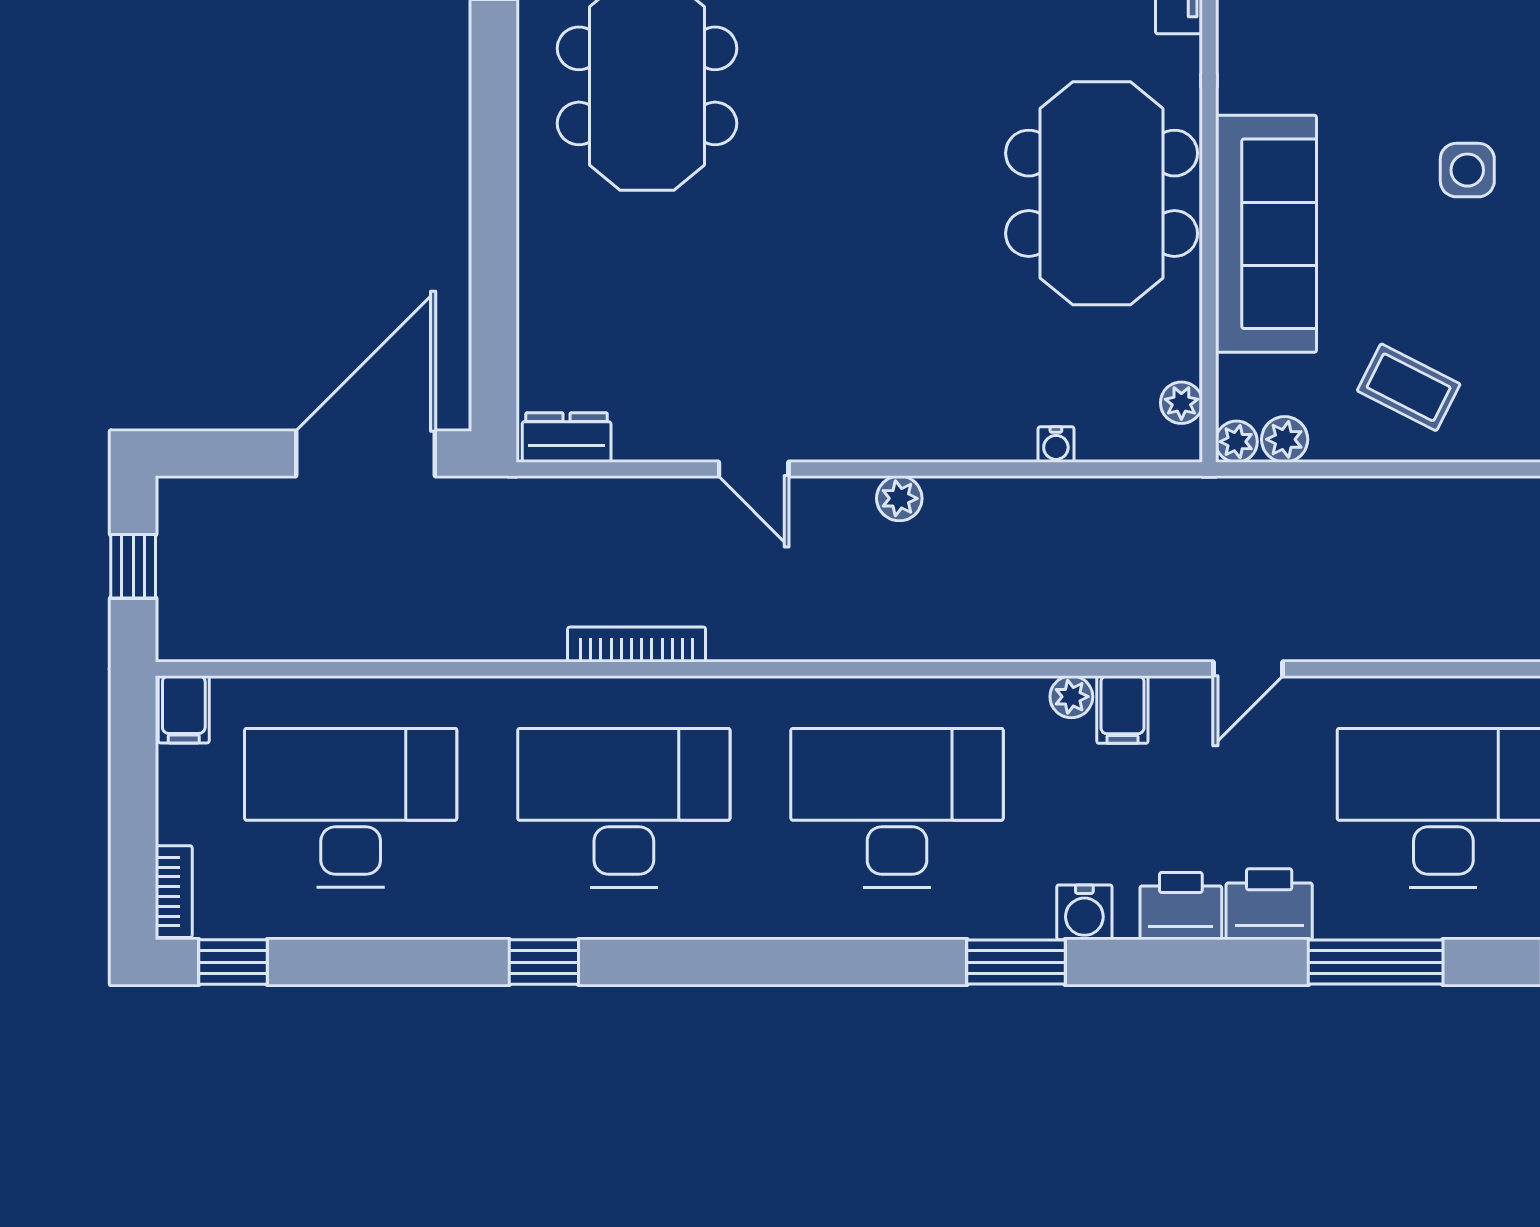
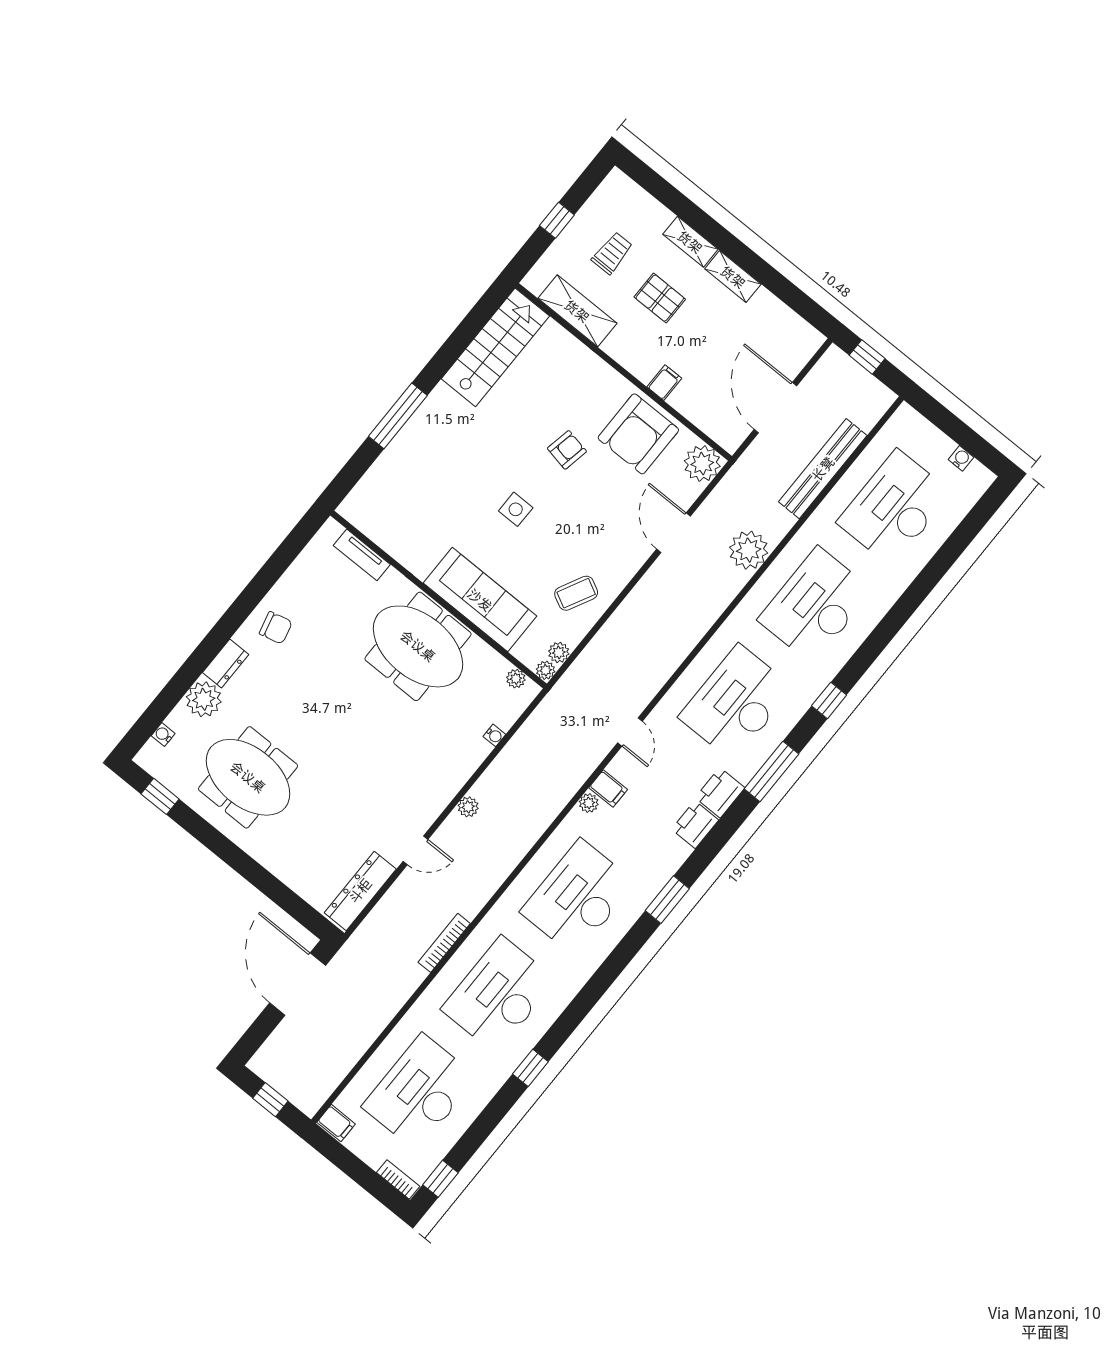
dresser: (567, 437) -> (360, 891), width x1.96, depth x1.24
water cooler: (1084, 912) -> (669, 861), removed

